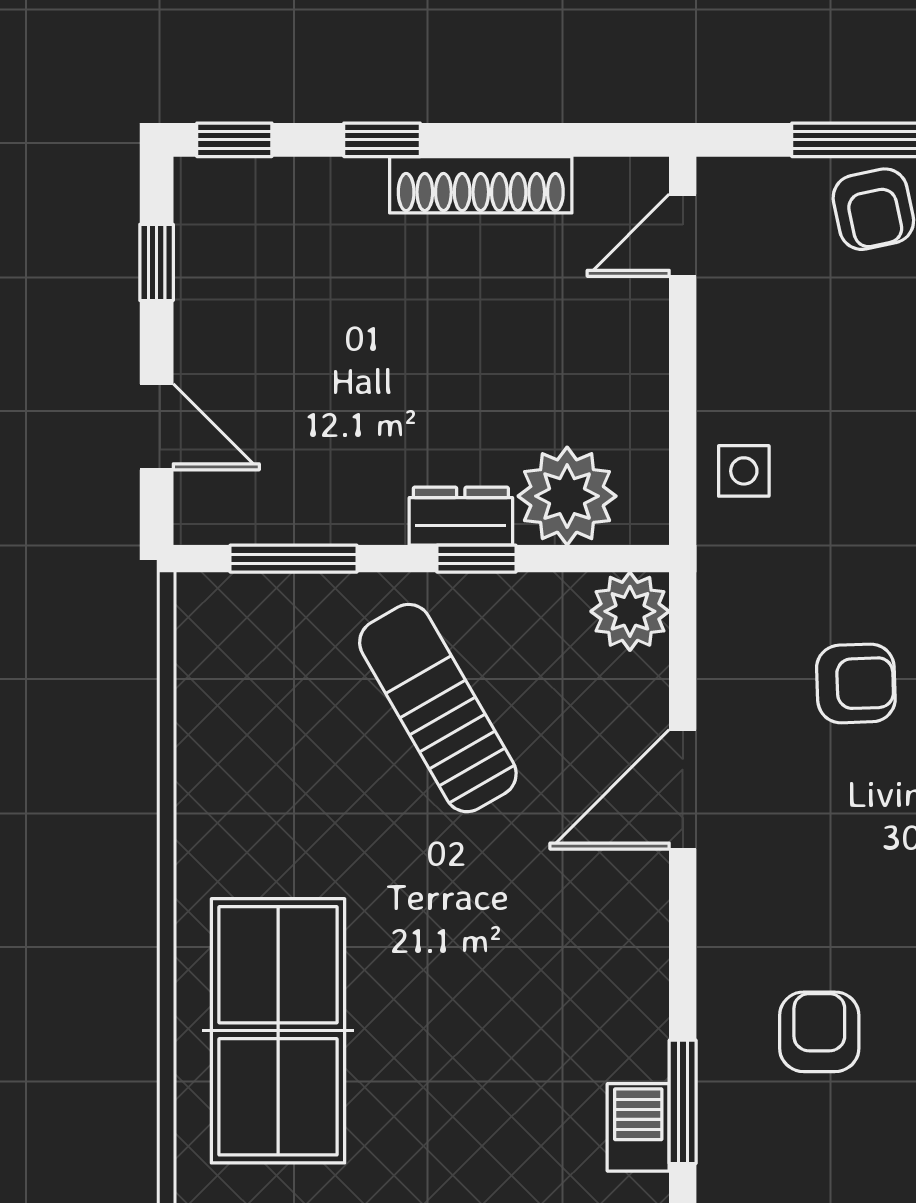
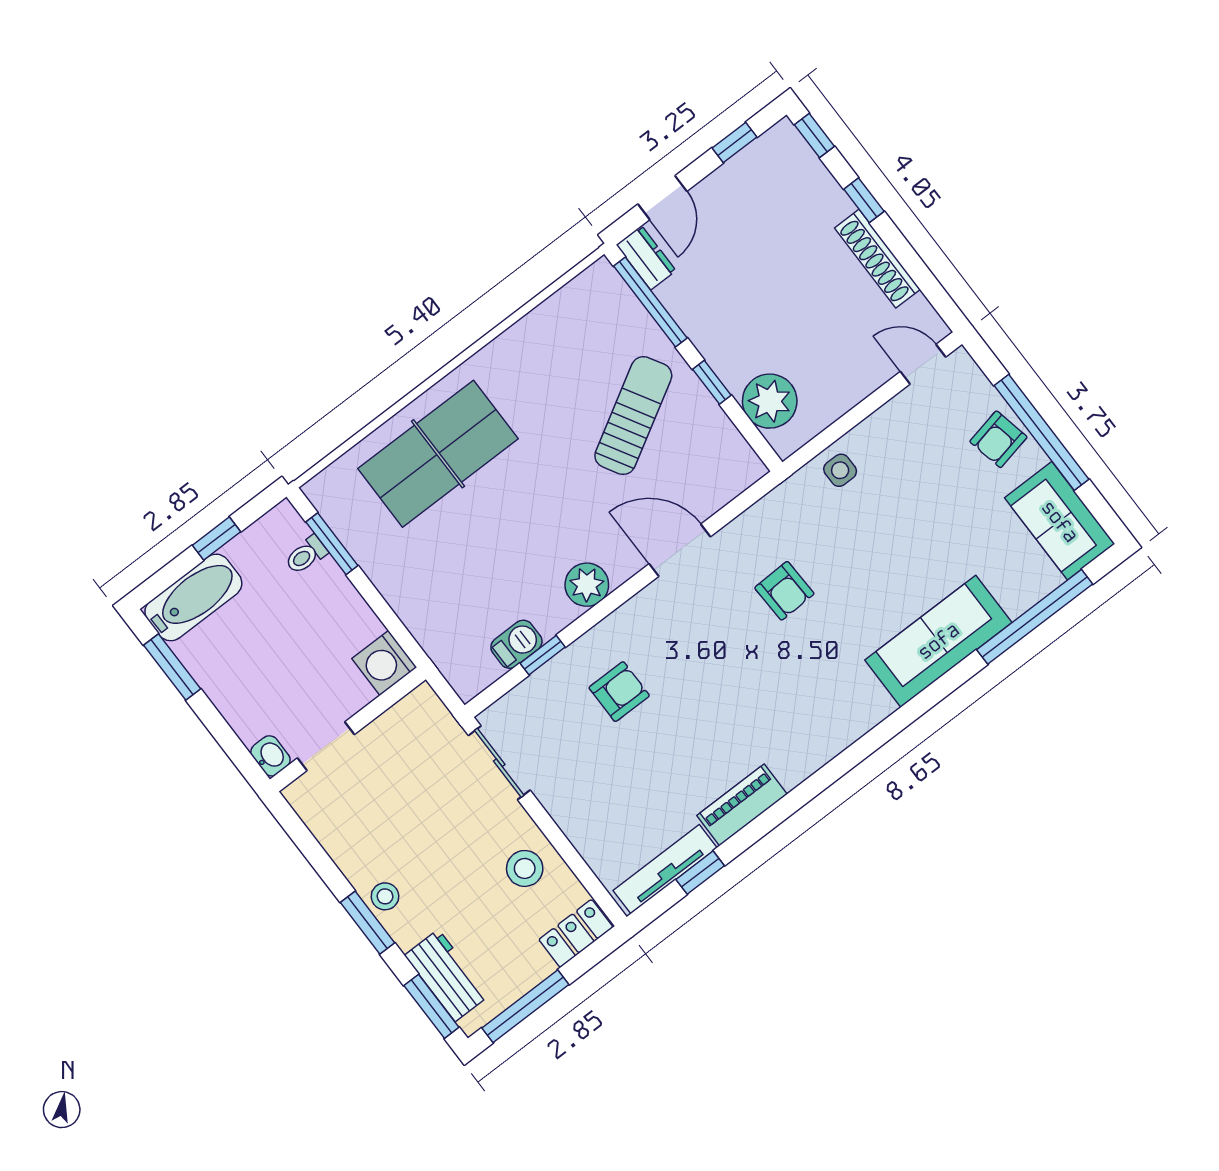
dresser: (461, 516) -> (646, 258), moved
window: (293, 559) -> (650, 302), width x1.44
plant: (630, 611) -> (587, 585), moved
window: (683, 1102) -> (543, 655), width x0.67

